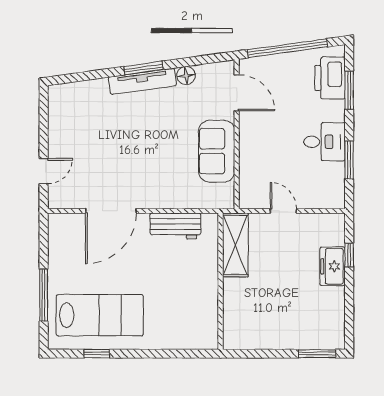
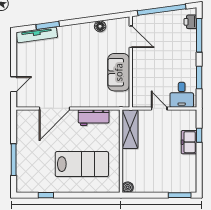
window: (143, 68) -> (48, 25), moved
printer: (330, 78) -> (190, 22), width x0.53, depth x0.68
tv unit: (142, 81) -> (37, 35), moved
window: (349, 90) -> (199, 35), width x1.44
desk: (324, 142) -> (182, 95), moved, turned 90
lab bench: (100, 315) -> (82, 164), moved
boiler: (231, 341) -> (128, 187), added

